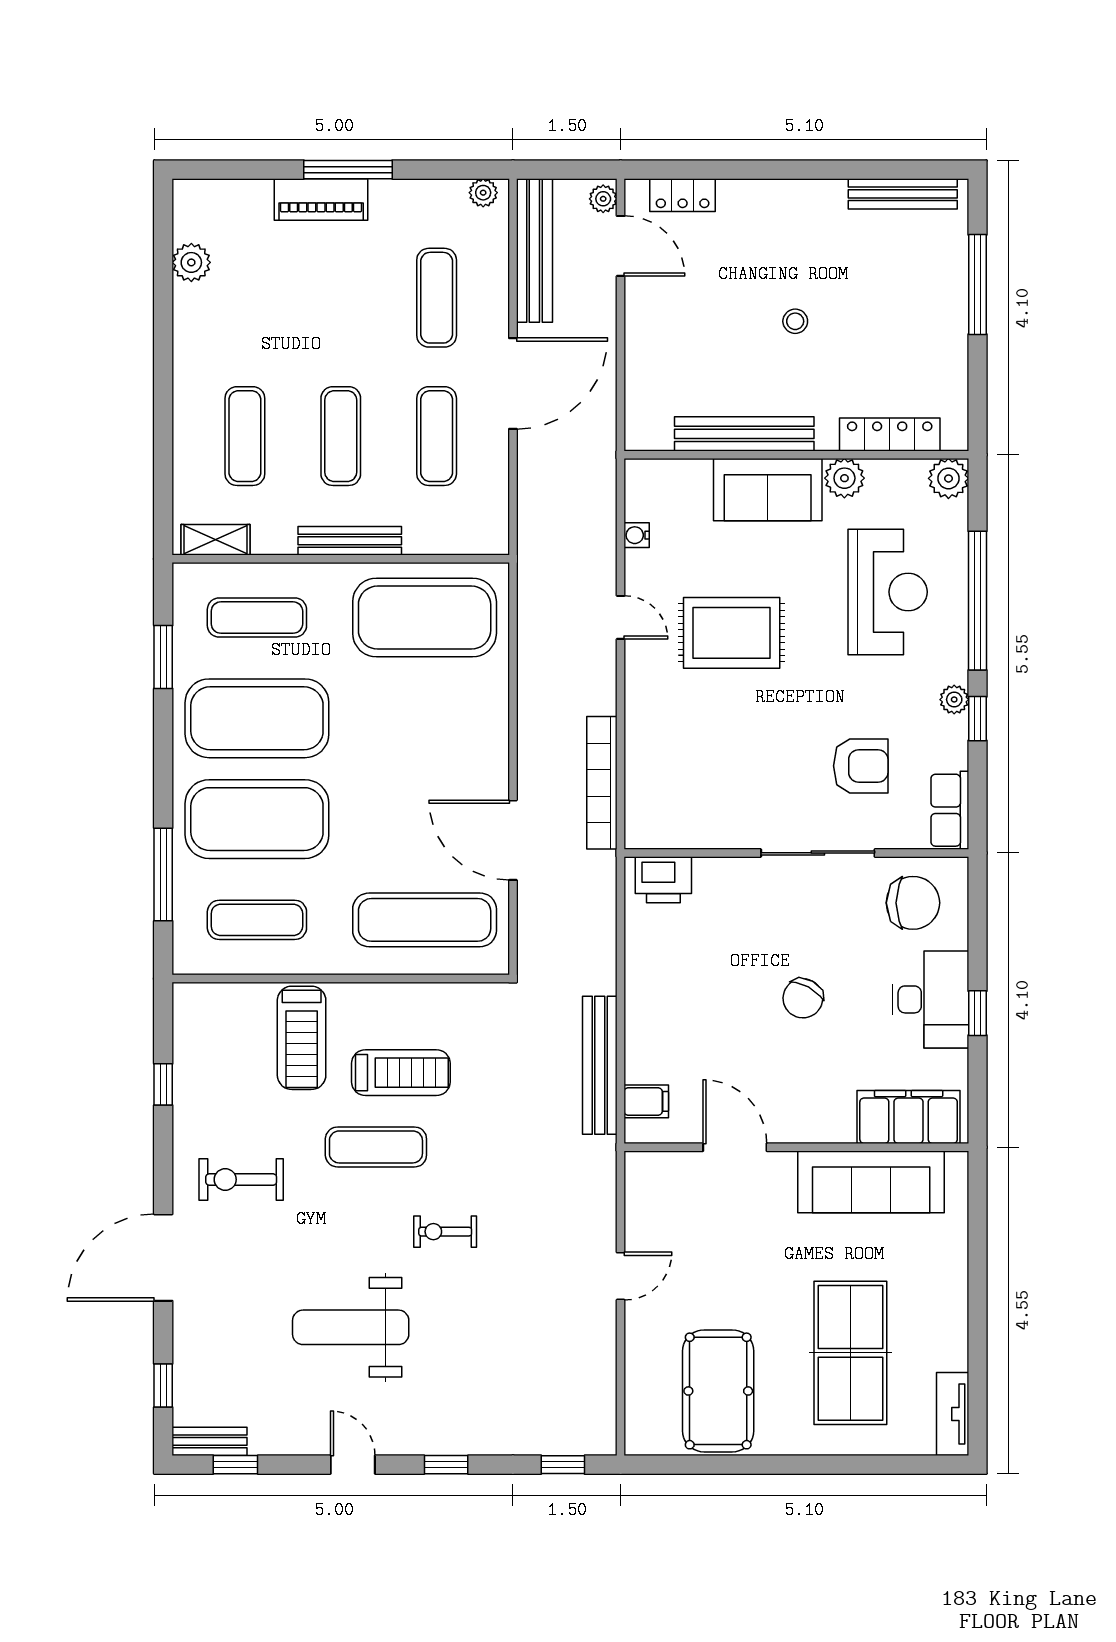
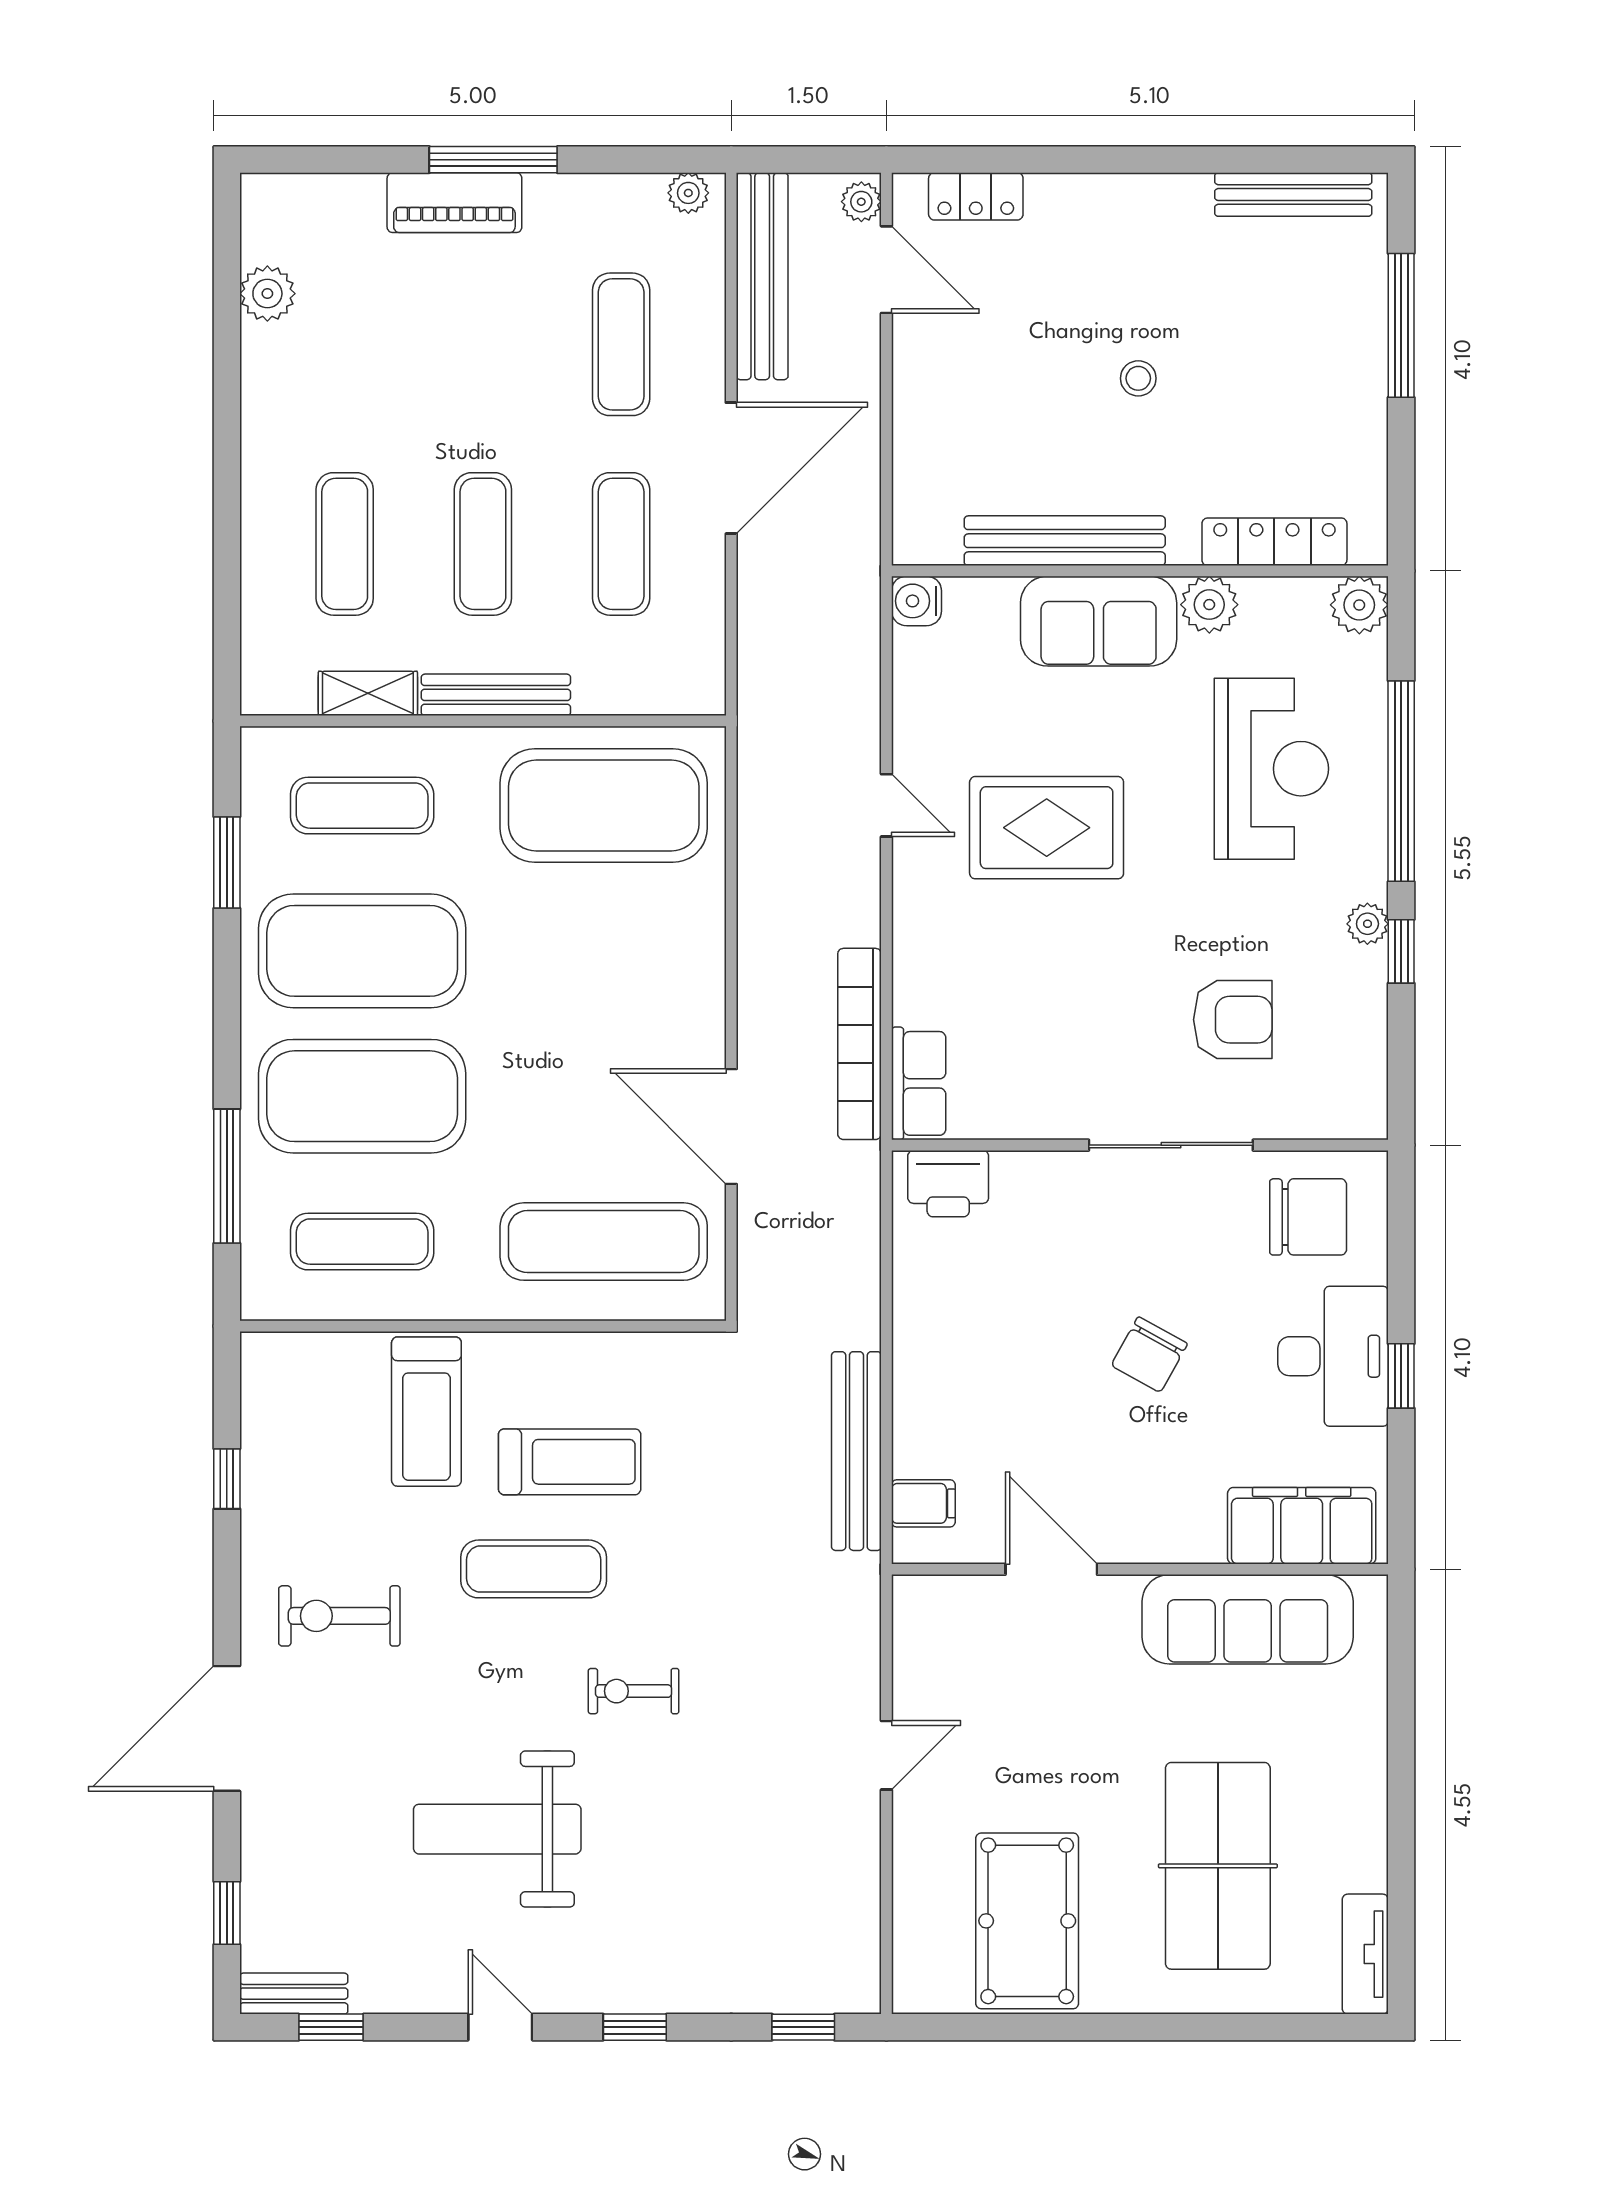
water cooler: (637, 535) -> (916, 601), moved, width x1.38, depth x1.38
shelving: (216, 540) -> (368, 693), moved
row of seats: (950, 810) -> (919, 1083), moved, turned 180

